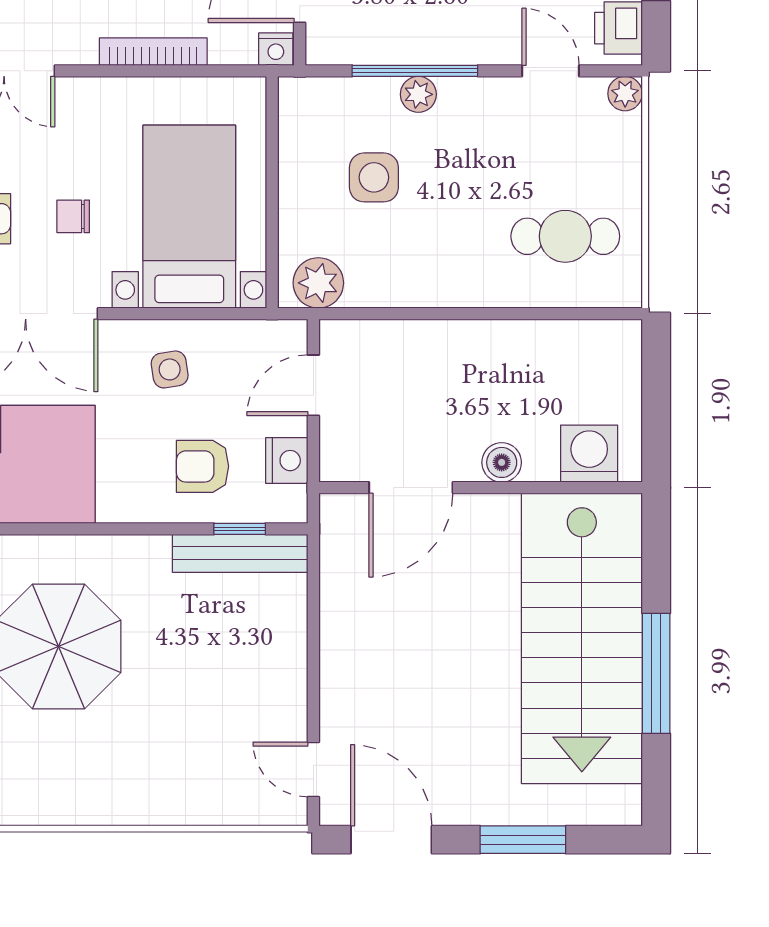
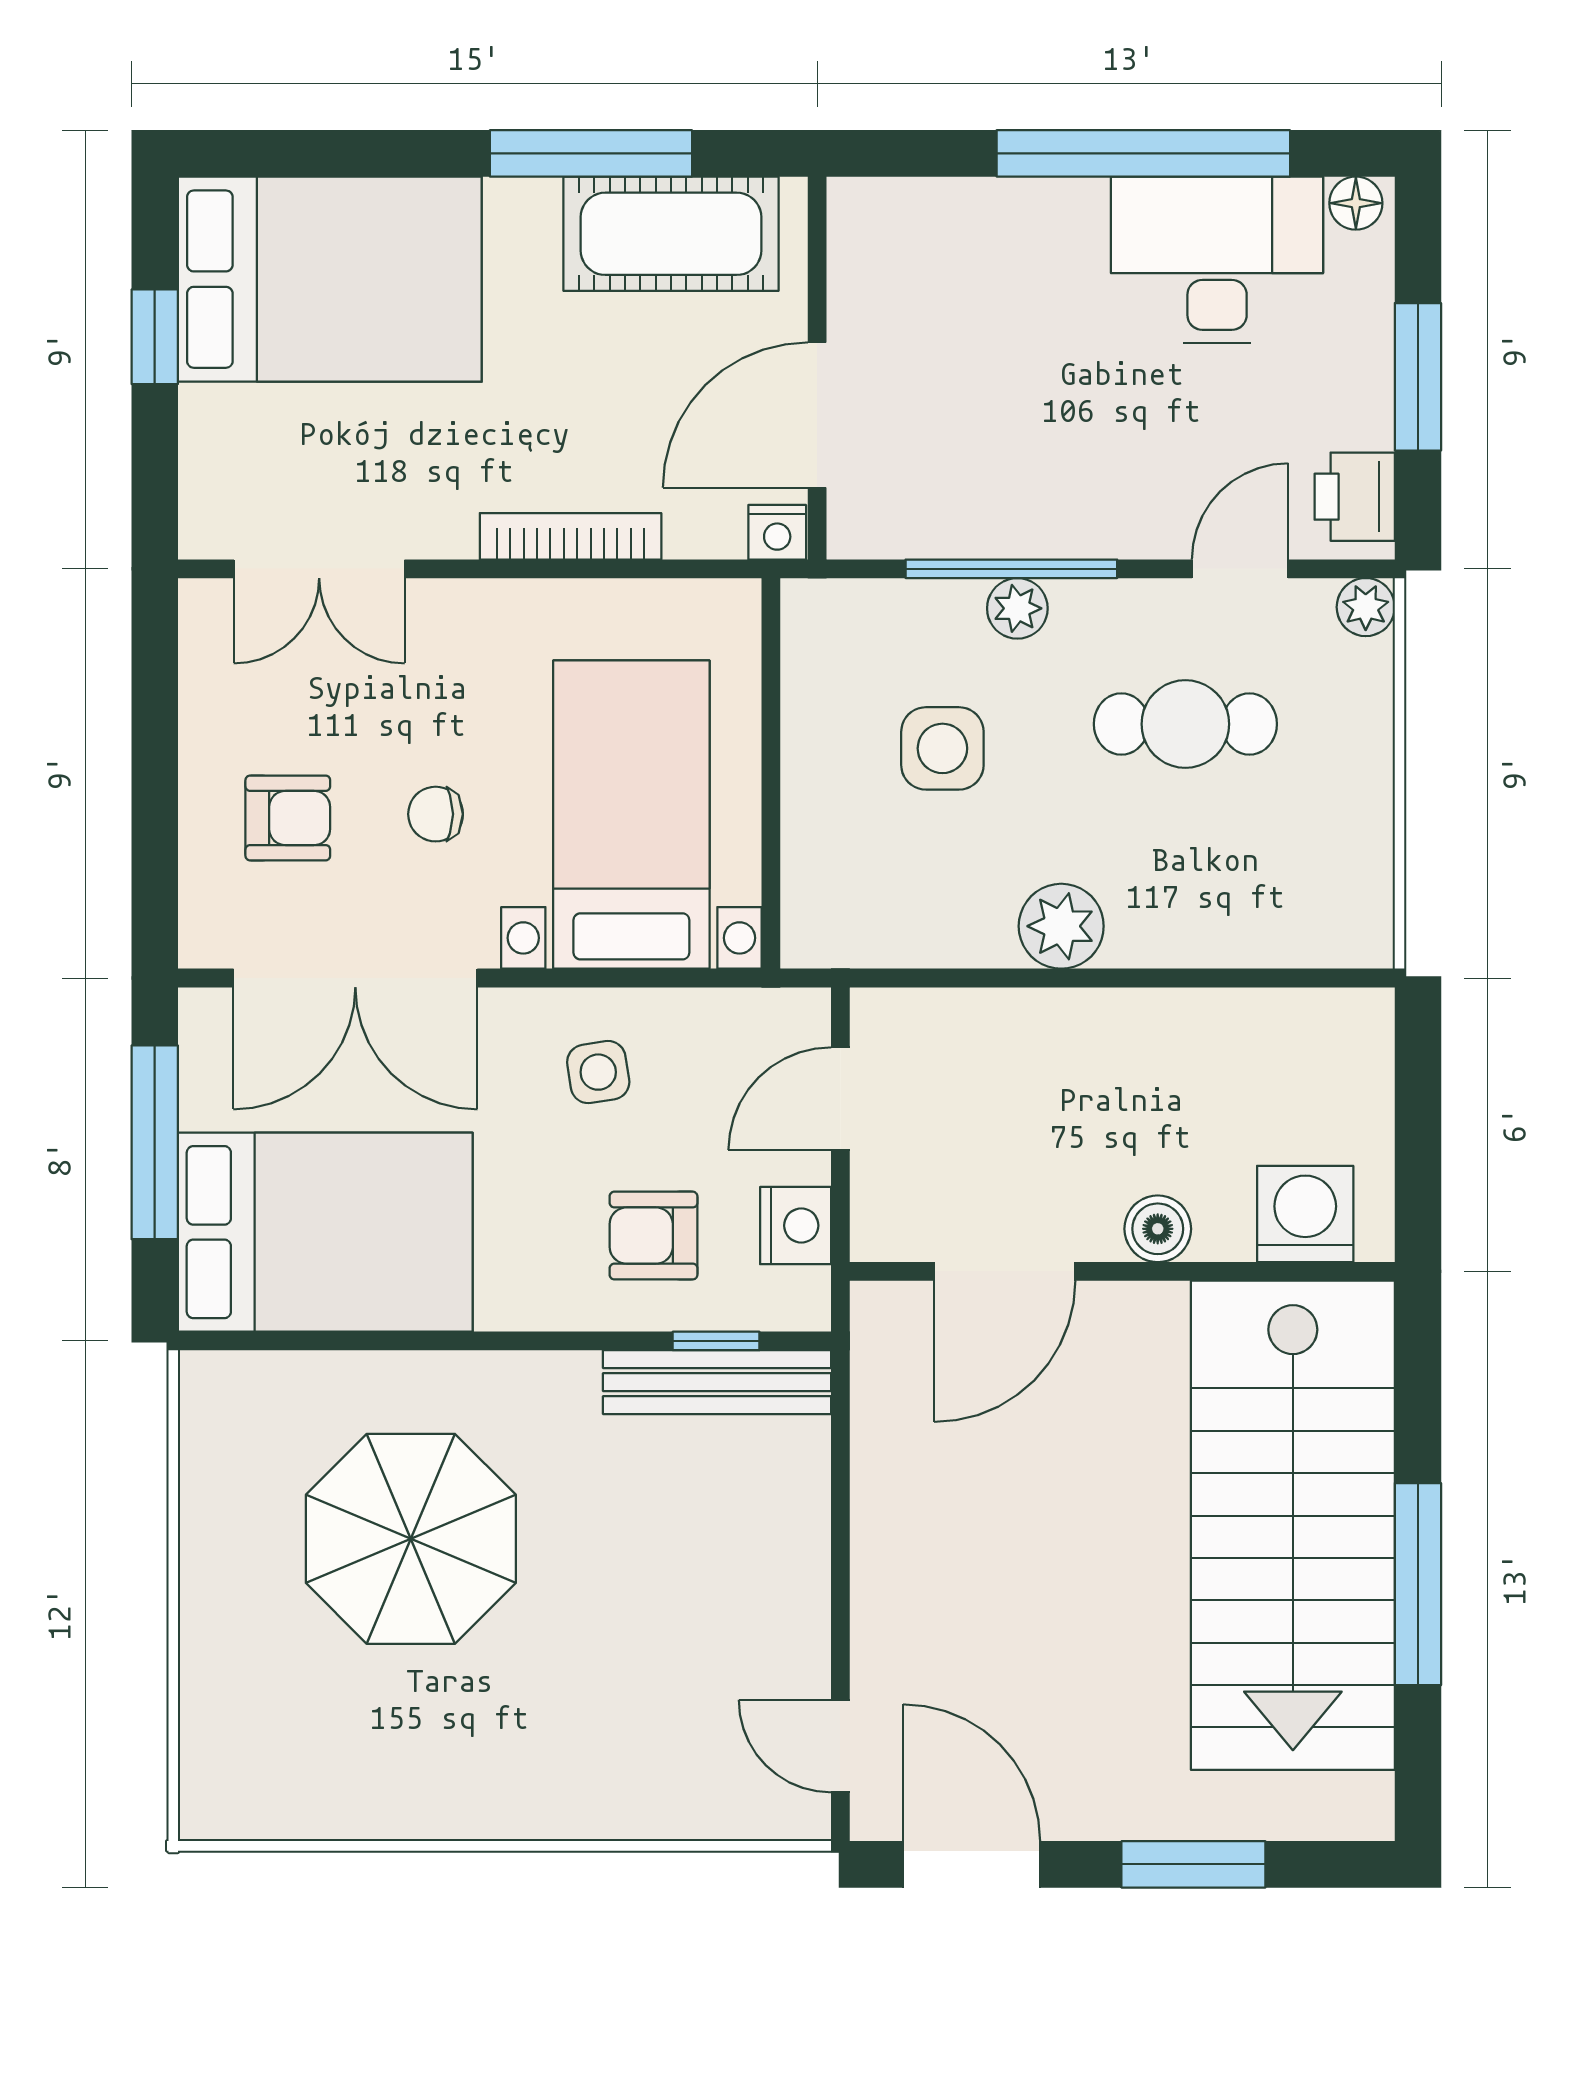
door: (551, 71) -> (1240, 569), hinge flipped
cafe table: (565, 236) -> (1185, 724), moved
plant: (318, 283) -> (1061, 926), moved

